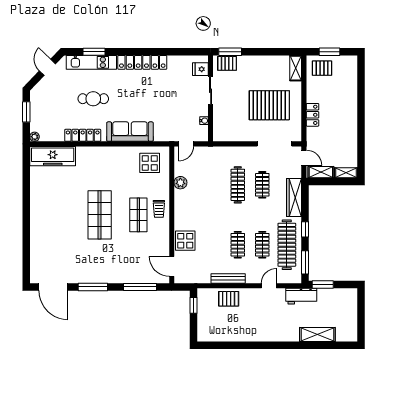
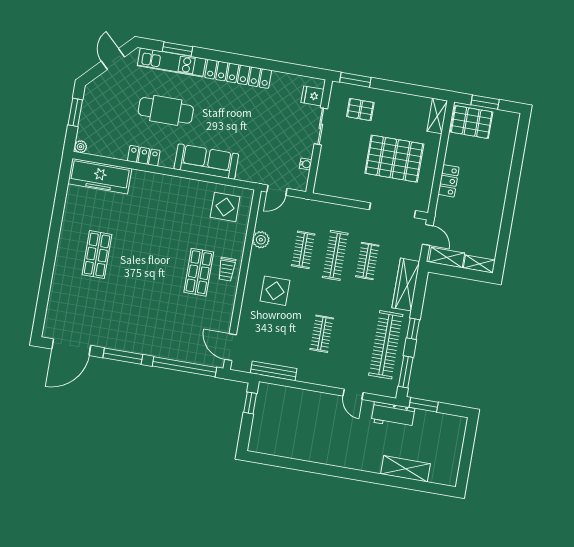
pallet: (227, 63) -> (360, 110), moved
pallet: (322, 68) -> (472, 122), width x1.50, depth x1.42
cafe table: (93, 99) -> (166, 110), width x1.37, depth x1.35
locker: (83, 135) -> (144, 156), width x0.66
shop shelf: (100, 215) -> (97, 255), moved, width x0.70, depth x0.74
display table: (185, 241) -> (275, 291), moved
clothes rail: (262, 245) -> (303, 250), moved
bench: (228, 279) -> (274, 371), moved
door: (269, 286) -> (353, 394), swing flipped
door: (53, 287) -> (71, 347), hinge flipped
window: (140, 287) -> (184, 367), width x1.46
pallet: (229, 299) -> (298, 402), removed

